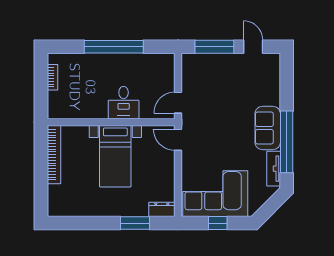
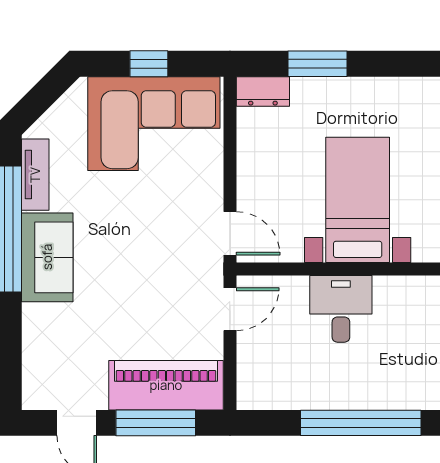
piano: (209, 65) -> (166, 385), added

